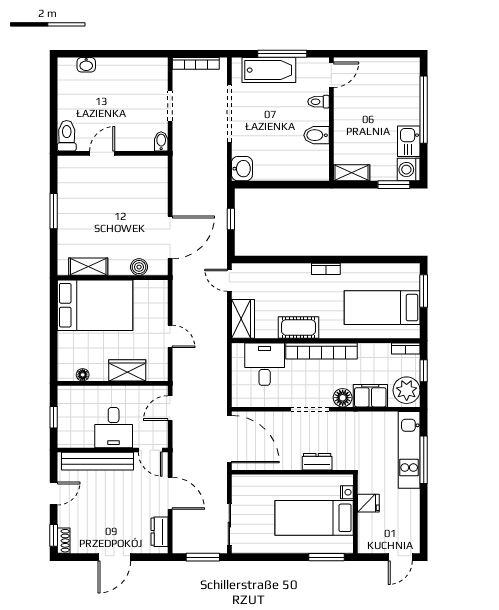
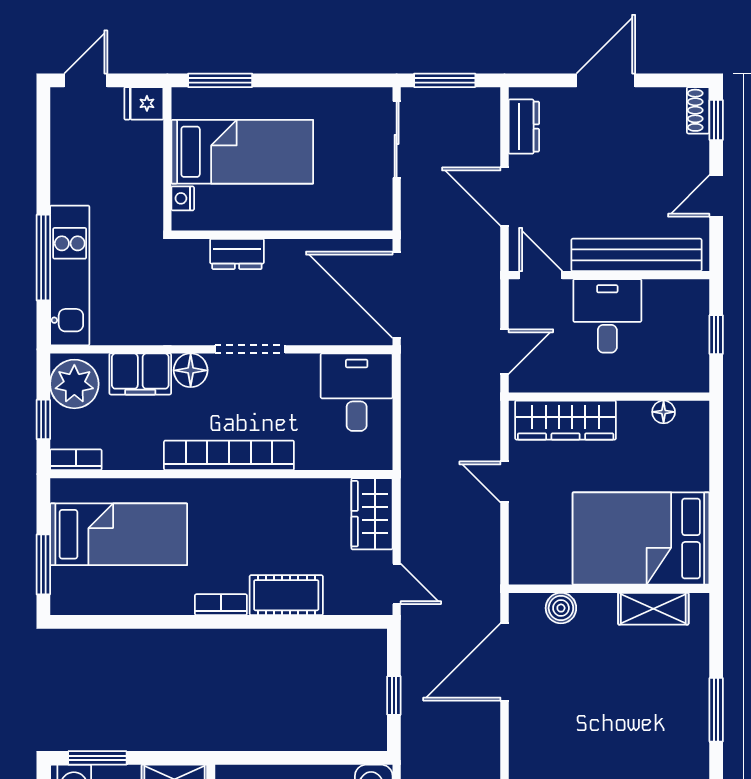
cot: (298, 327) -> (286, 595), moved
desk: (265, 364) -> (357, 392), moved, turned 180
wardrobe: (127, 370) -> (566, 420), width x1.50
fridge: (368, 503) -> (144, 103), moved

